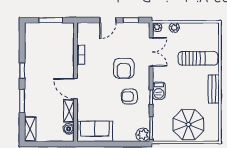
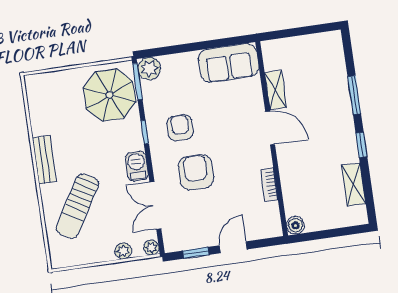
window: (51, 20) -> (327, 234), removed
sun lounger: (198, 58) -> (77, 206), turned -59
barbecue: (159, 91) -> (137, 166), moved
armchair: (129, 97) -> (180, 128), turned -90
parasol: (188, 125) -> (110, 95), moved
shelving: (30, 129) -> (354, 184), moved
boiler: (69, 129) -> (296, 225), moved

